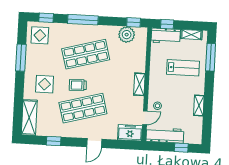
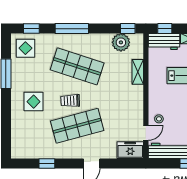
shop shelf: (86, 54) -> (77, 66), turned 33
shelving: (139, 84) -> (138, 72), moved
shelving: (29, 118) -> (19, 139), removed

